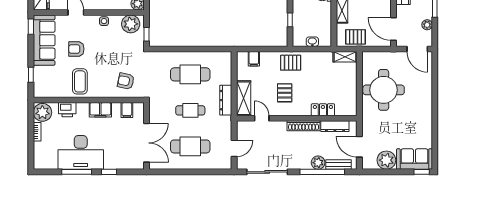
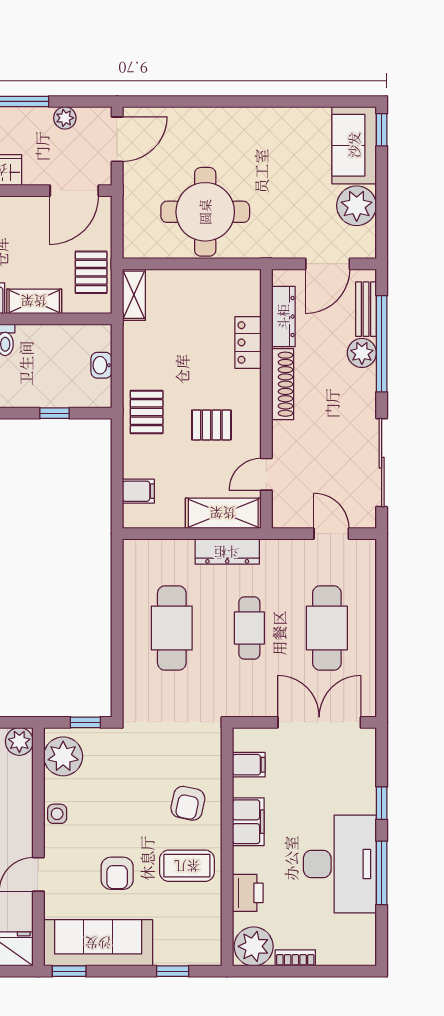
armchair: (126, 81) -> (188, 803), moved

